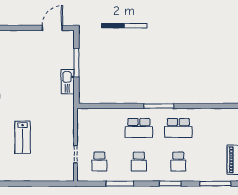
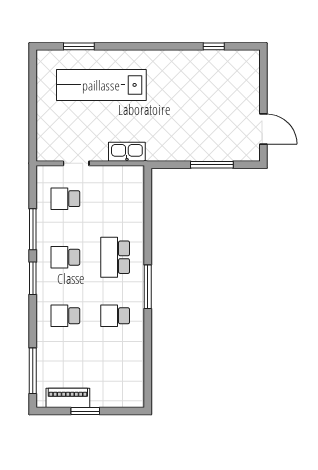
kitchen sink: (68, 82) -> (127, 152), moved
school desk: (178, 128) -> (115, 316), width x0.54
lab bench: (23, 137) -> (101, 85), width x1.86, depth x1.39
window: (170, 184) -> (33, 278), moved

